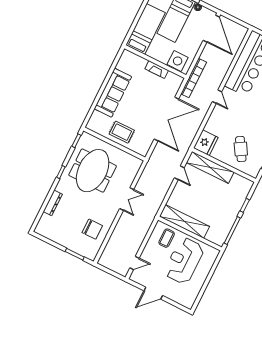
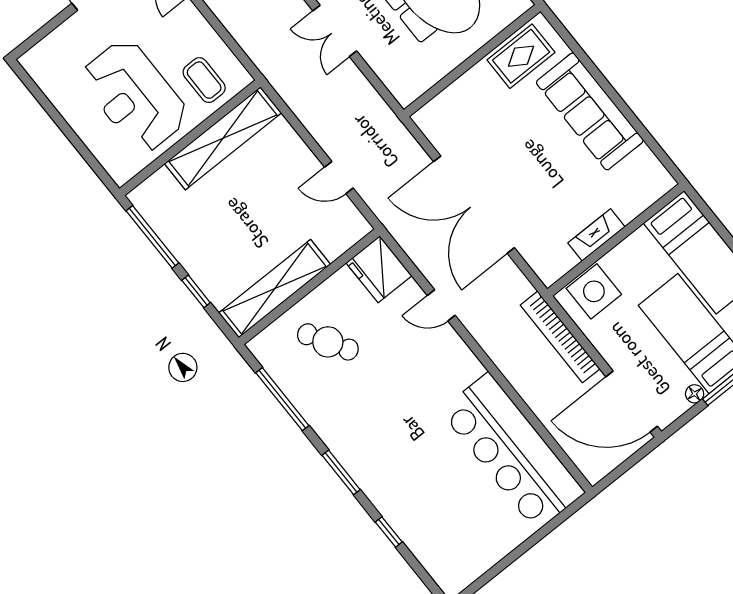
bookcase: (194, 78) -> (560, 337), moved
door: (217, 97) -> (441, 305), moved
rug: (122, 132) -> (521, 56), moved
shelving: (210, 167) -> (275, 289), moved
reception desk: (184, 261) -> (135, 96), turned 180

